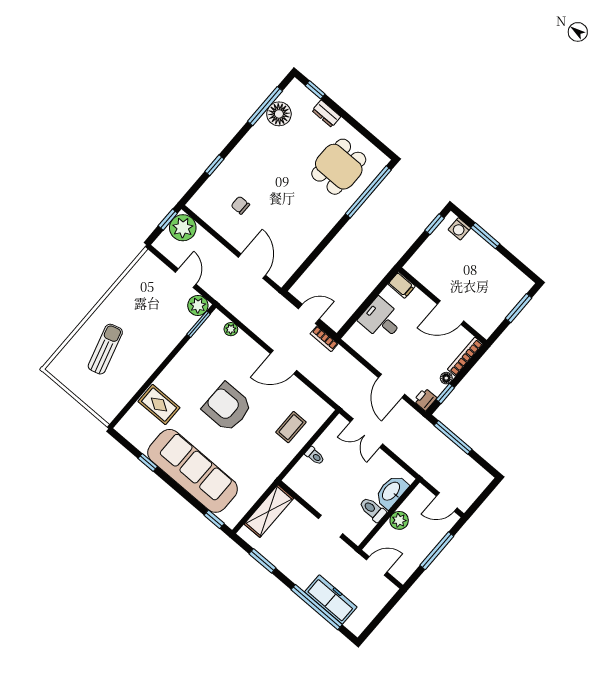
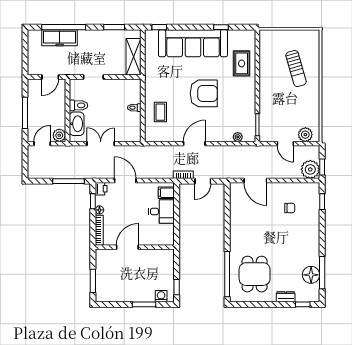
window: (214, 165) -> (322, 202), moved
filing cabinet: (402, 285) -> (166, 193), moved
plant: (198, 305) -> (305, 135), moved
rug: (159, 405) -> (242, 63), turned 90
double door: (366, 433) -> (101, 144), moved
plant: (399, 520) -> (59, 135), moved

